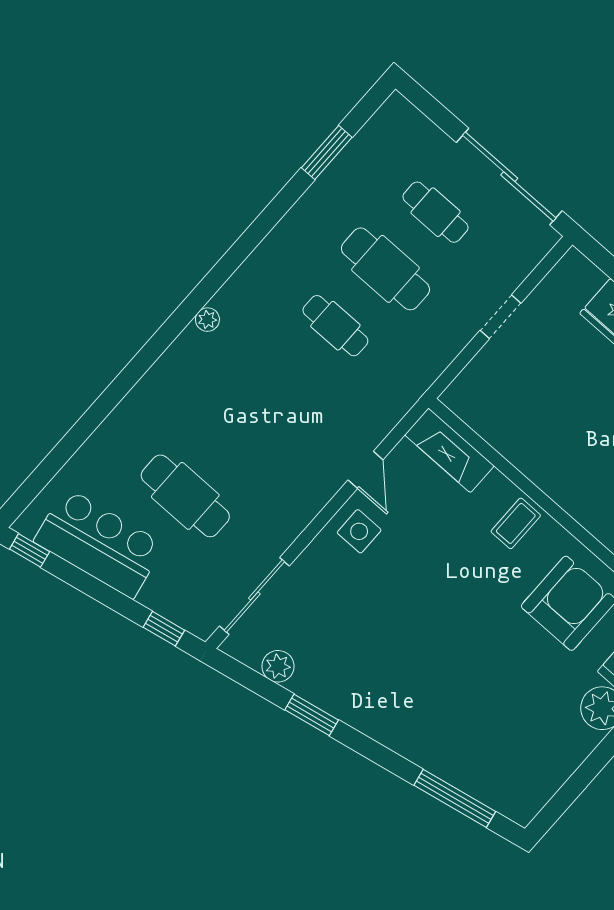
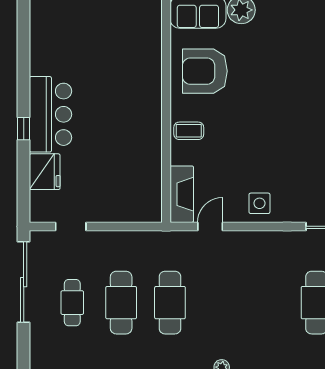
doorway: (501, 317) -> (71, 226), moved
cafe table: (335, 326) -> (170, 303), width x1.37, depth x1.35
door: (365, 470) -> (210, 226), moved

